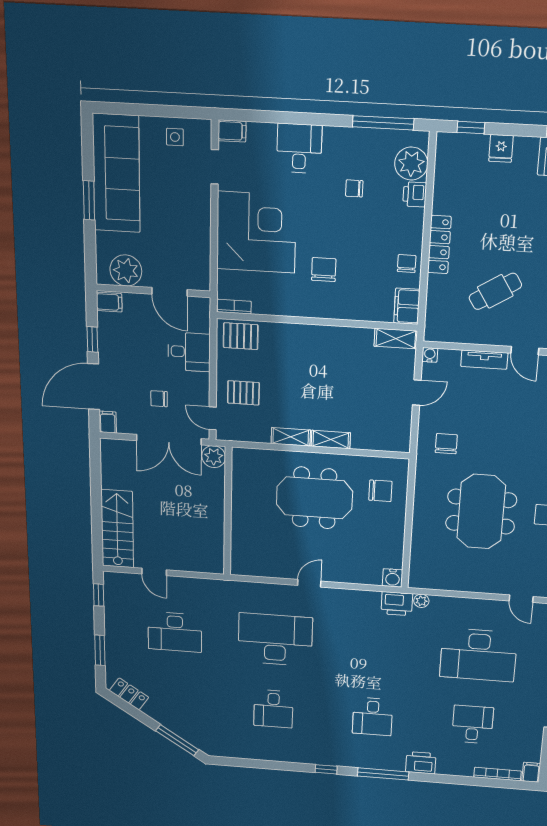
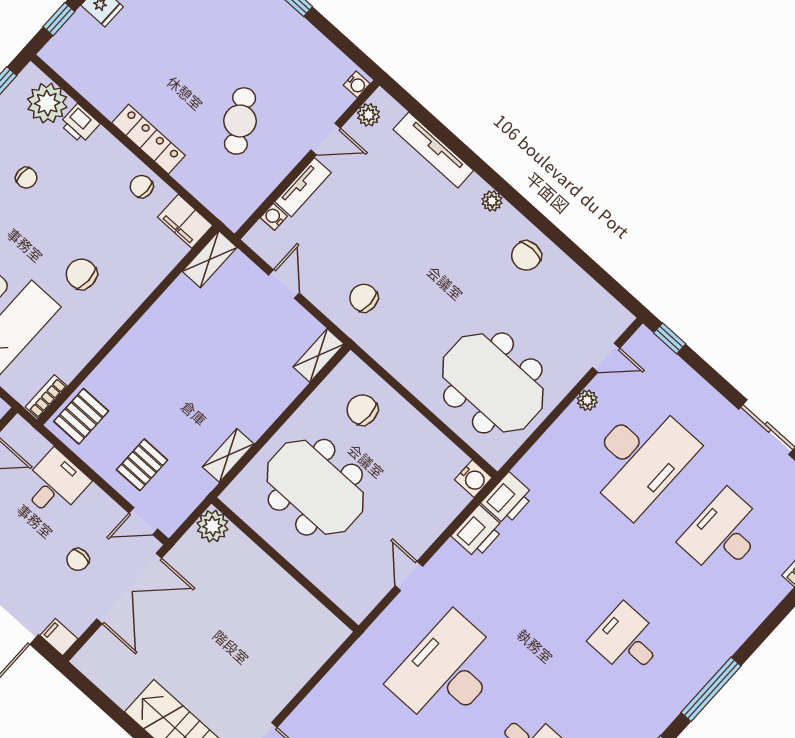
chair: (354, 188) -> (26, 178), turned -90
water cooler: (430, 355) -> (274, 217), moved
shelving: (331, 440) -> (319, 355), moved
plant: (214, 457) -> (213, 526), moved
chair: (380, 491) -> (362, 410), turned -90
meeting table: (314, 498) -> (315, 487), turned 90
wall: (228, 512) -> (285, 565), moved
meeting table: (481, 512) -> (493, 383), moved
plant: (421, 601) -> (587, 400), moved
desk: (373, 717) -> (627, 641), turned 180
desk: (473, 724) -> (723, 534), width x1.37
printer: (421, 763) -> (478, 532), moved, turned 180

